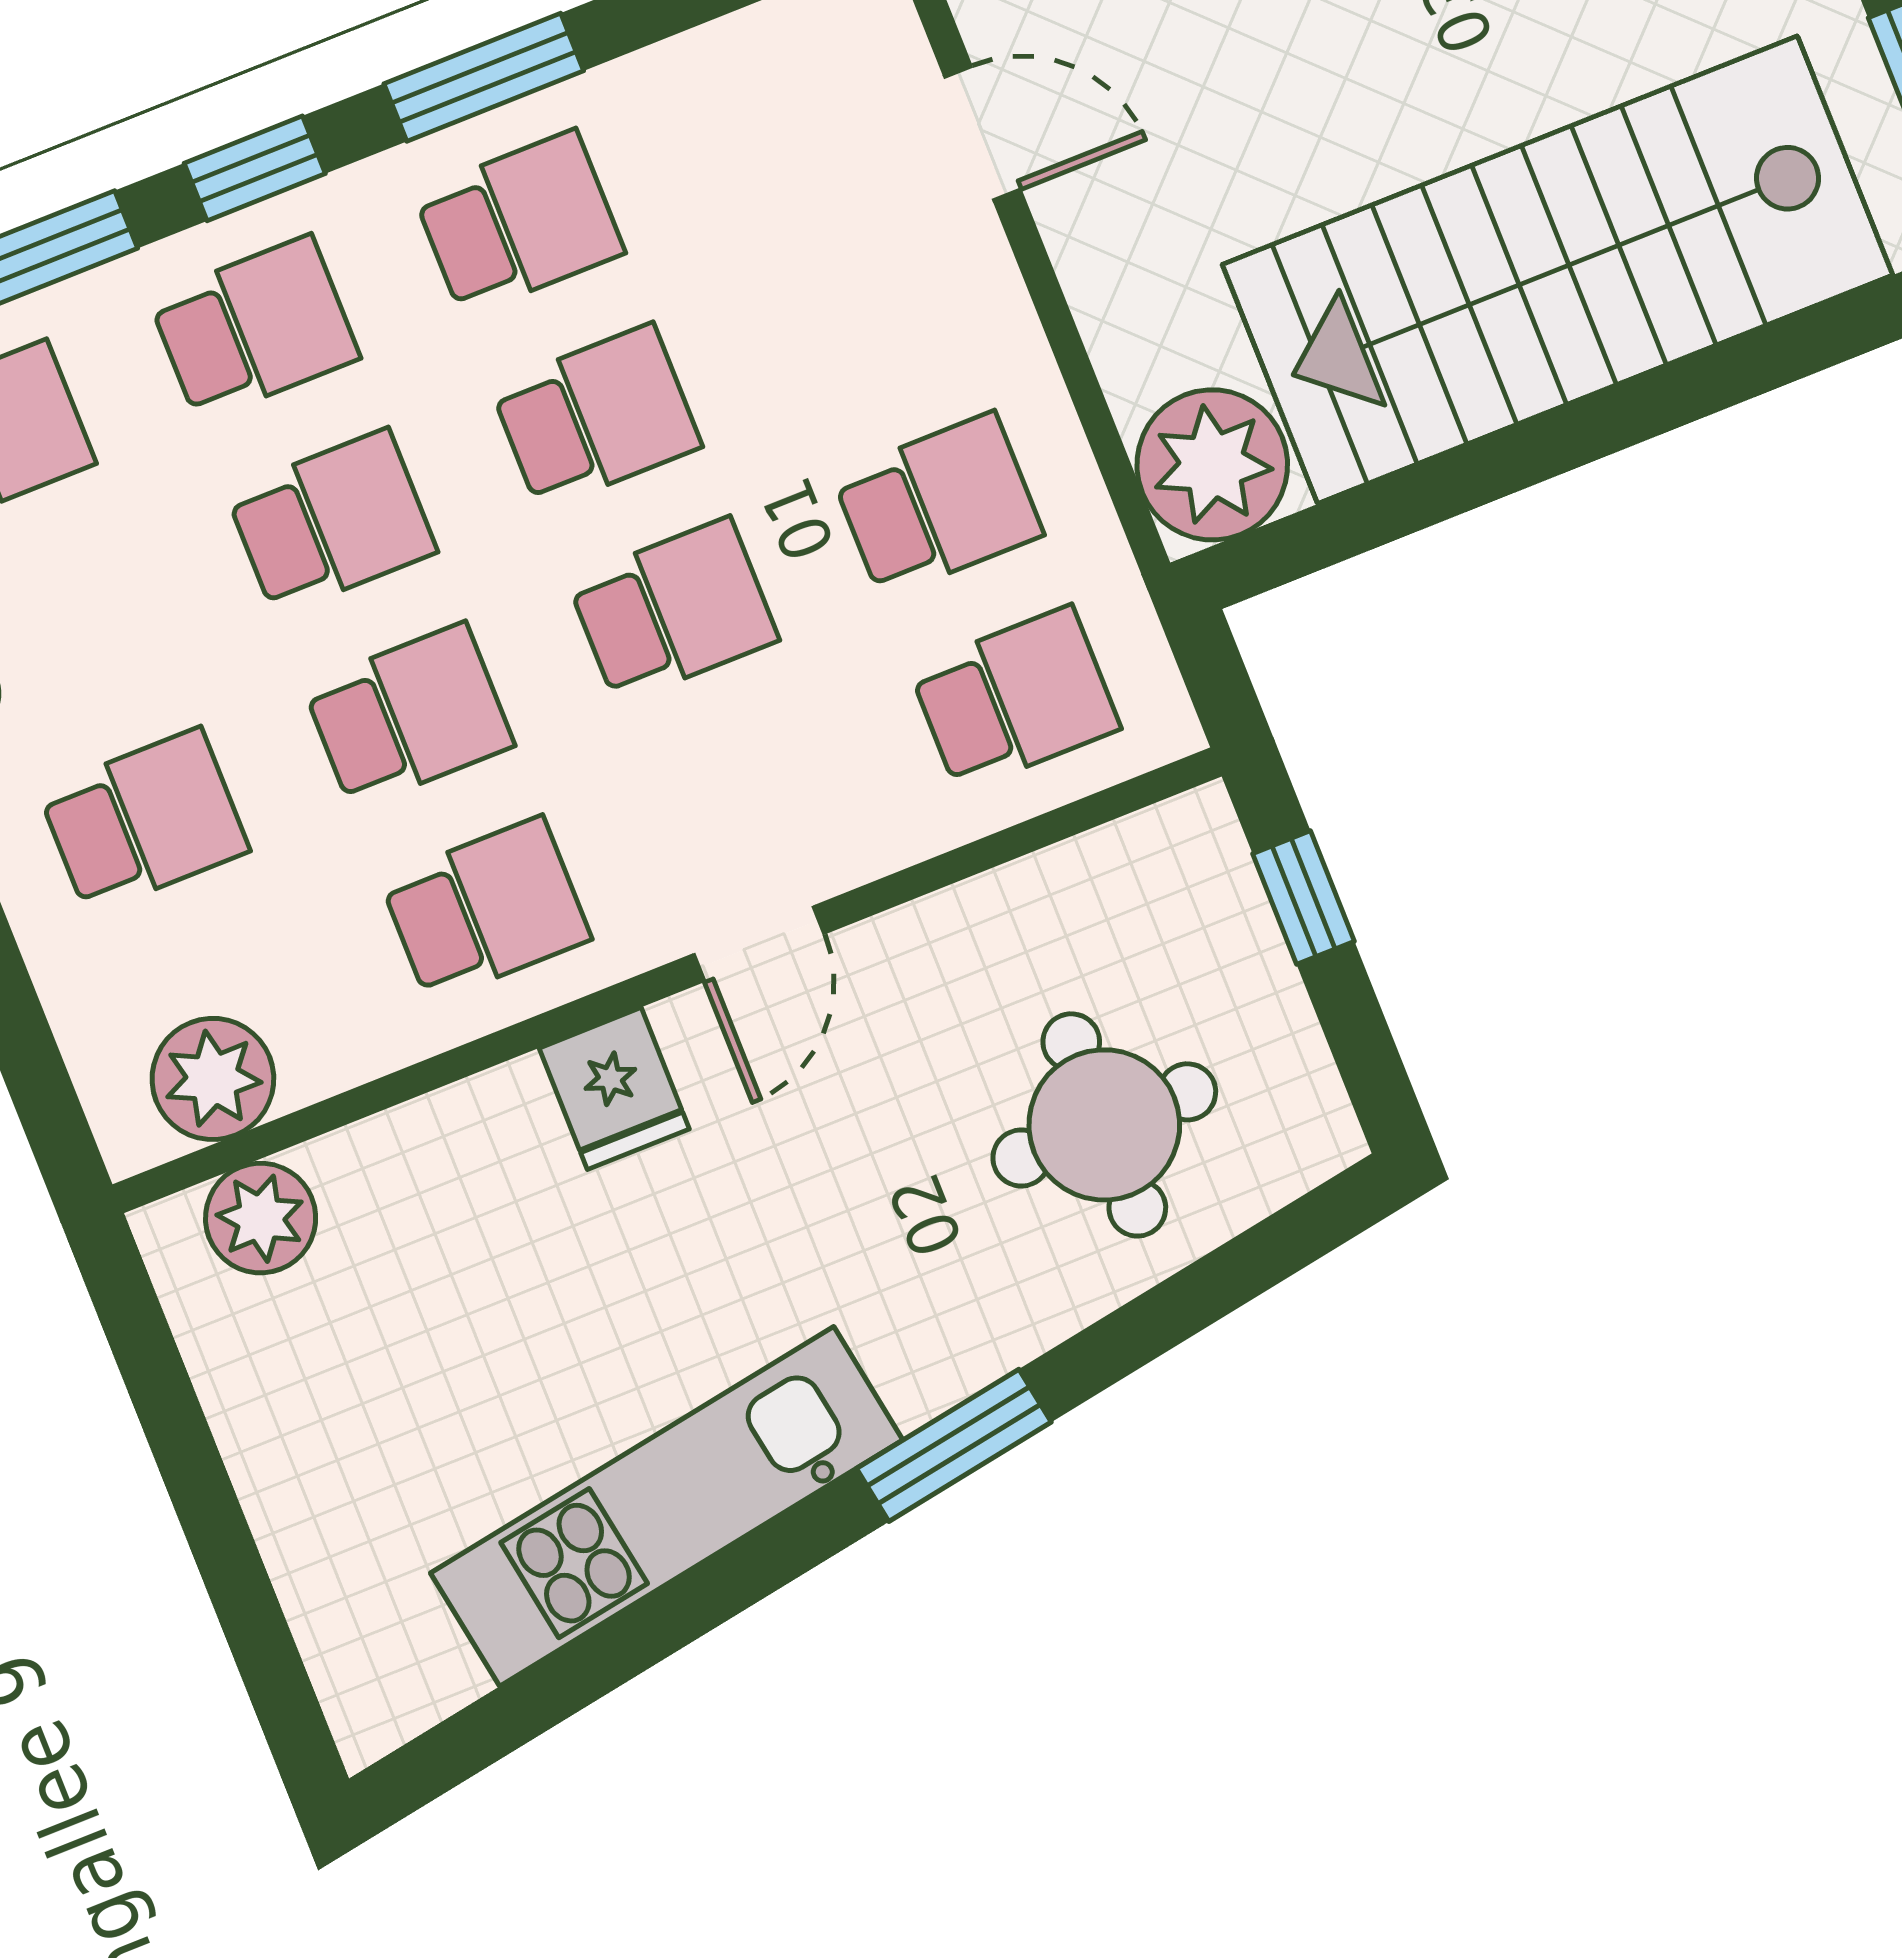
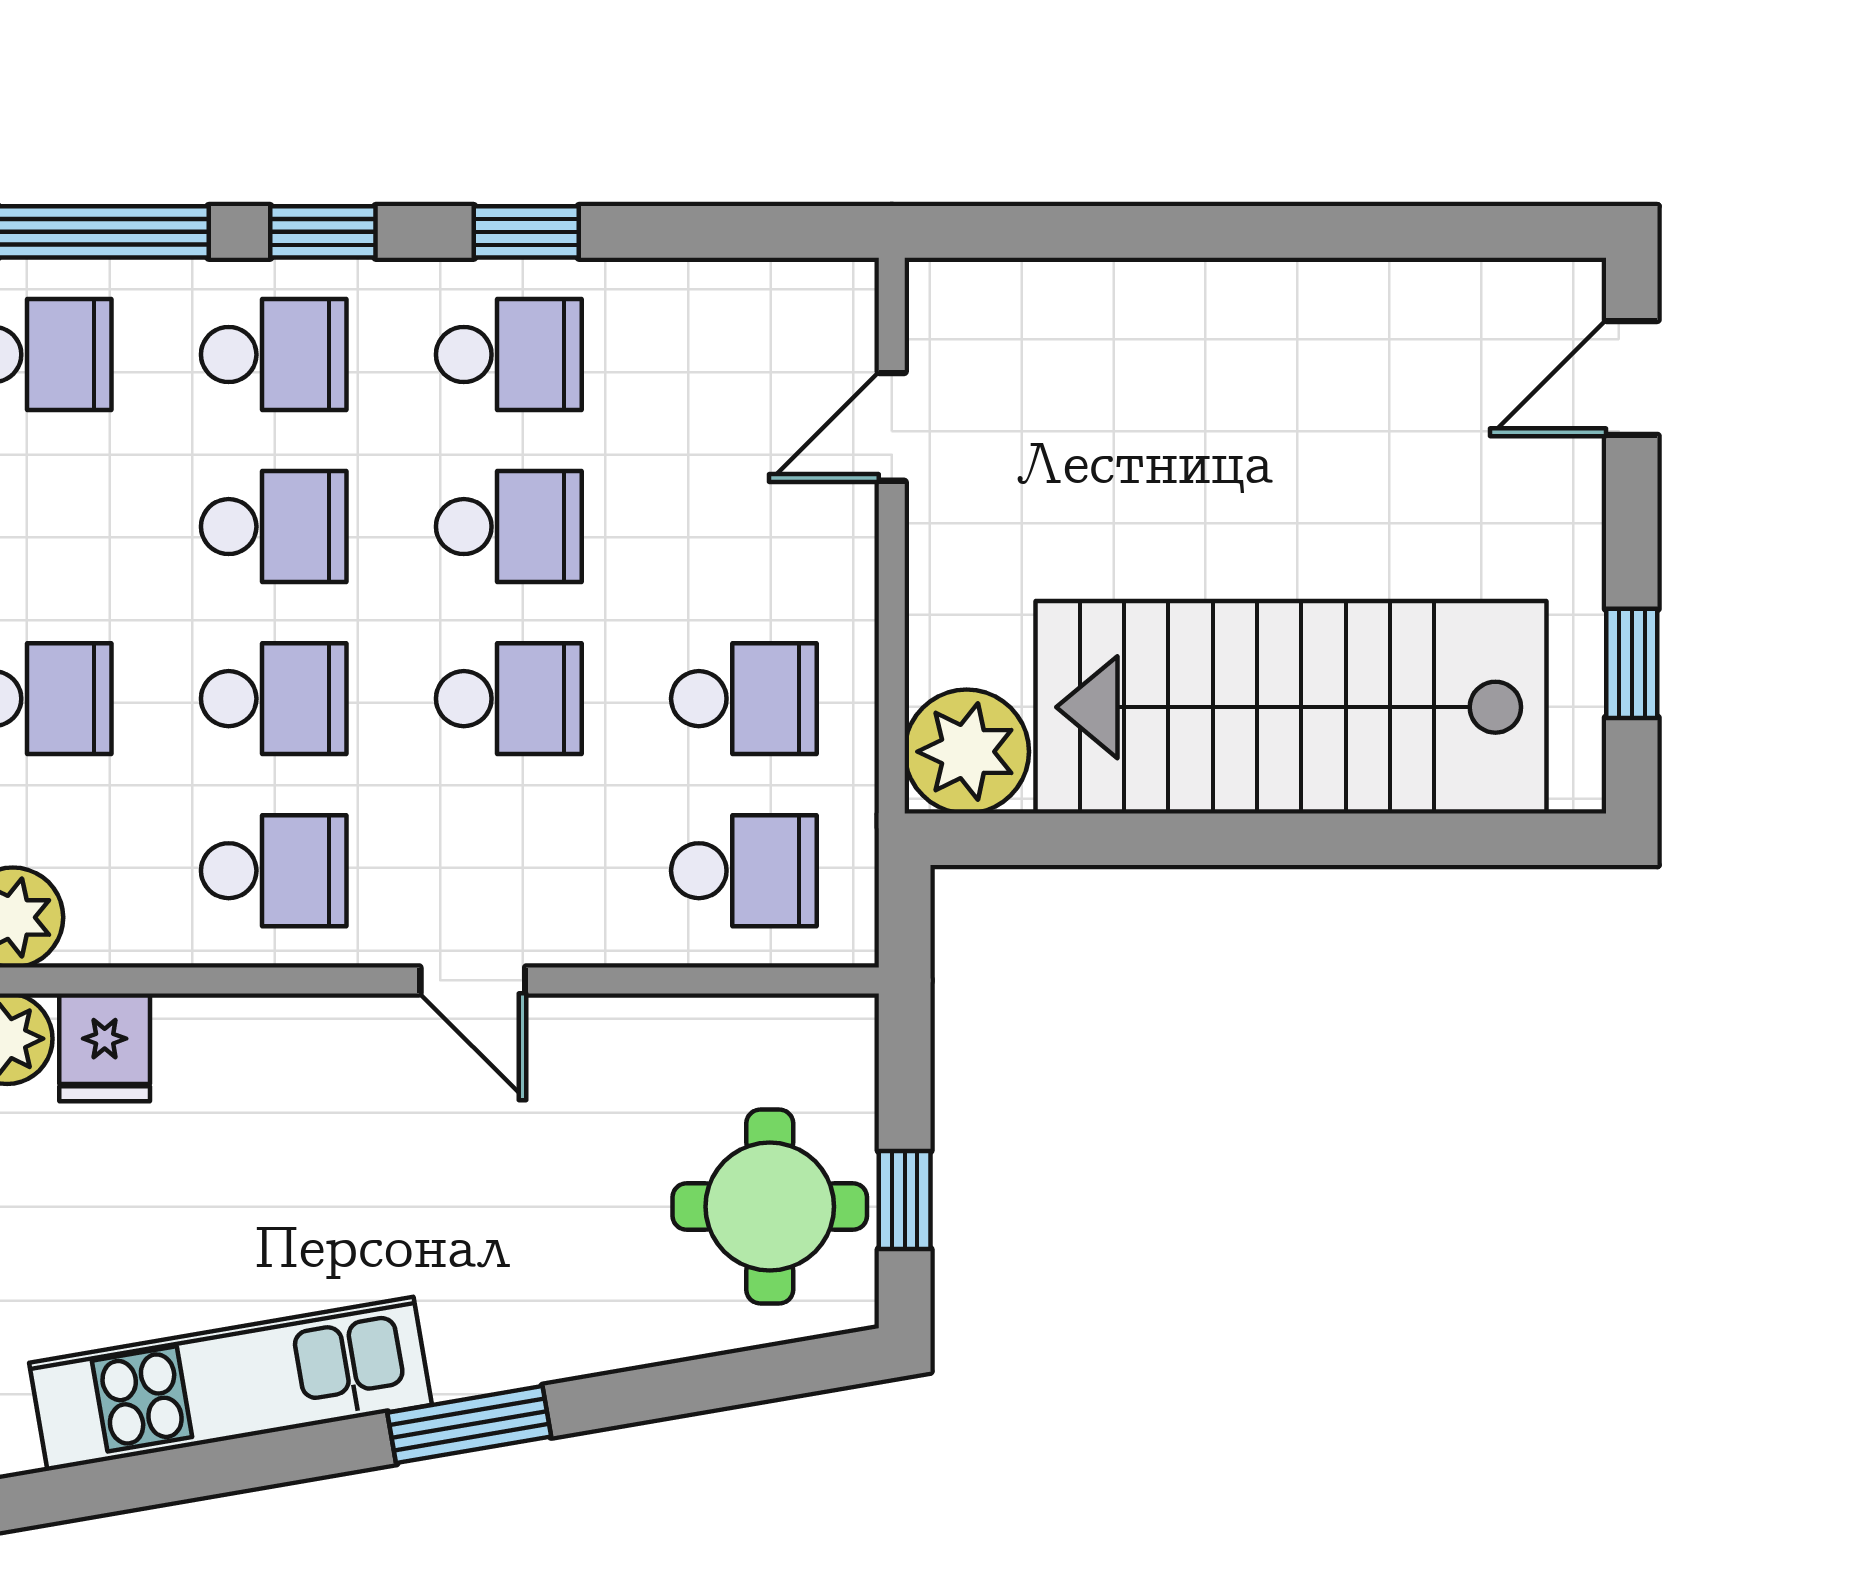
window: (484, 77) -> (526, 232), width x0.67
door: (982, 133) -> (892, 427), swing flipped
window: (1303, 898) -> (905, 1200), moved
door: (759, 944) -> (473, 980), hinge flipped
fridge: (614, 1089) -> (105, 1047), moved
round table: (1104, 1125) -> (770, 1207), moved

